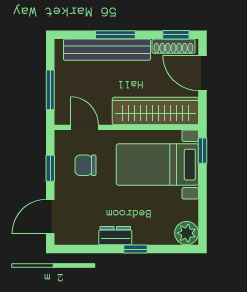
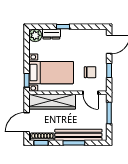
door: (203, 73) -> (27, 122), swing flipped
dresser: (115, 236) -> (51, 34), moved

